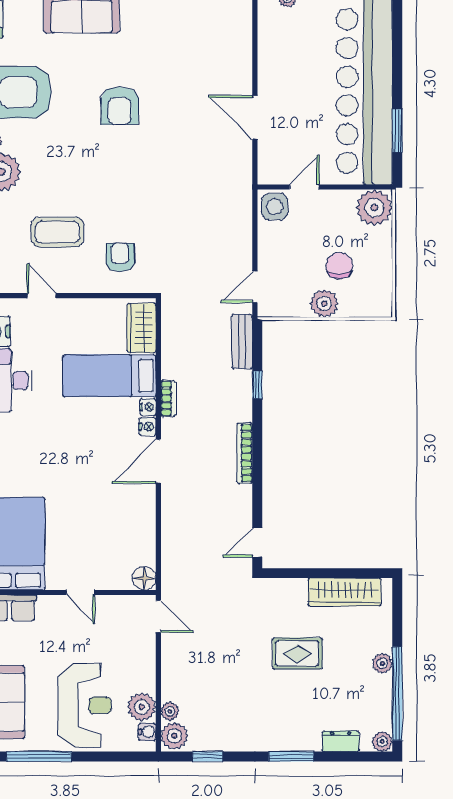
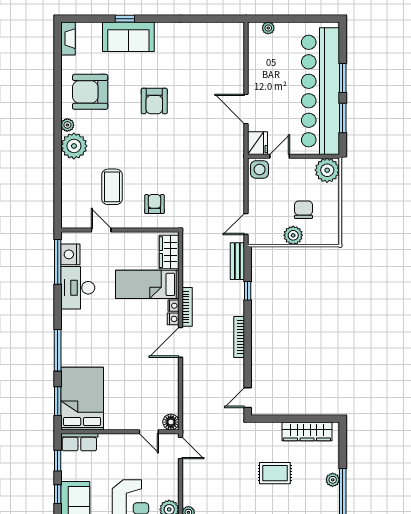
window: (397, 72) -> (343, 78), added
fridge: (272, 168) -> (258, 143), added
coffee table: (57, 232) -> (112, 187), turned 90
bookcase: (168, 399) -> (187, 307), width x1.56
door: (80, 592) -> (149, 432), moved

